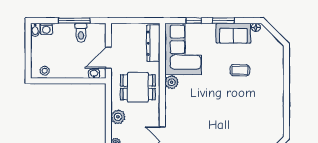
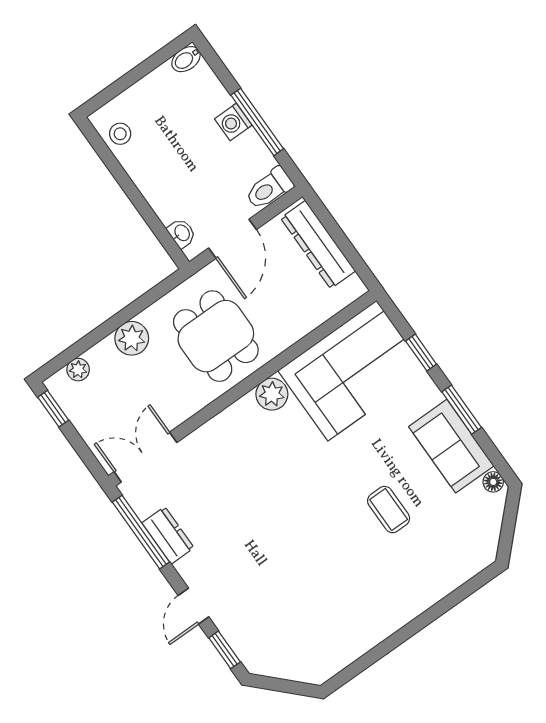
washing machine: (46, 29) -> (233, 122), moved
toilet: (81, 33) -> (269, 188), moved
dresser: (153, 43) -> (318, 245), moved, turned -90
door: (108, 58) -> (233, 239), swing flipped

